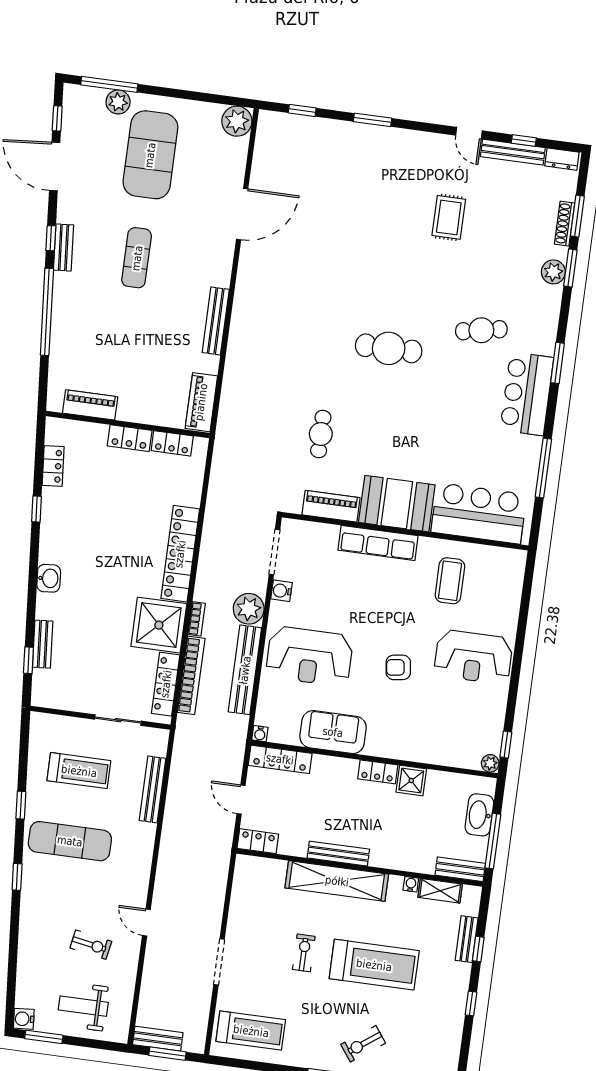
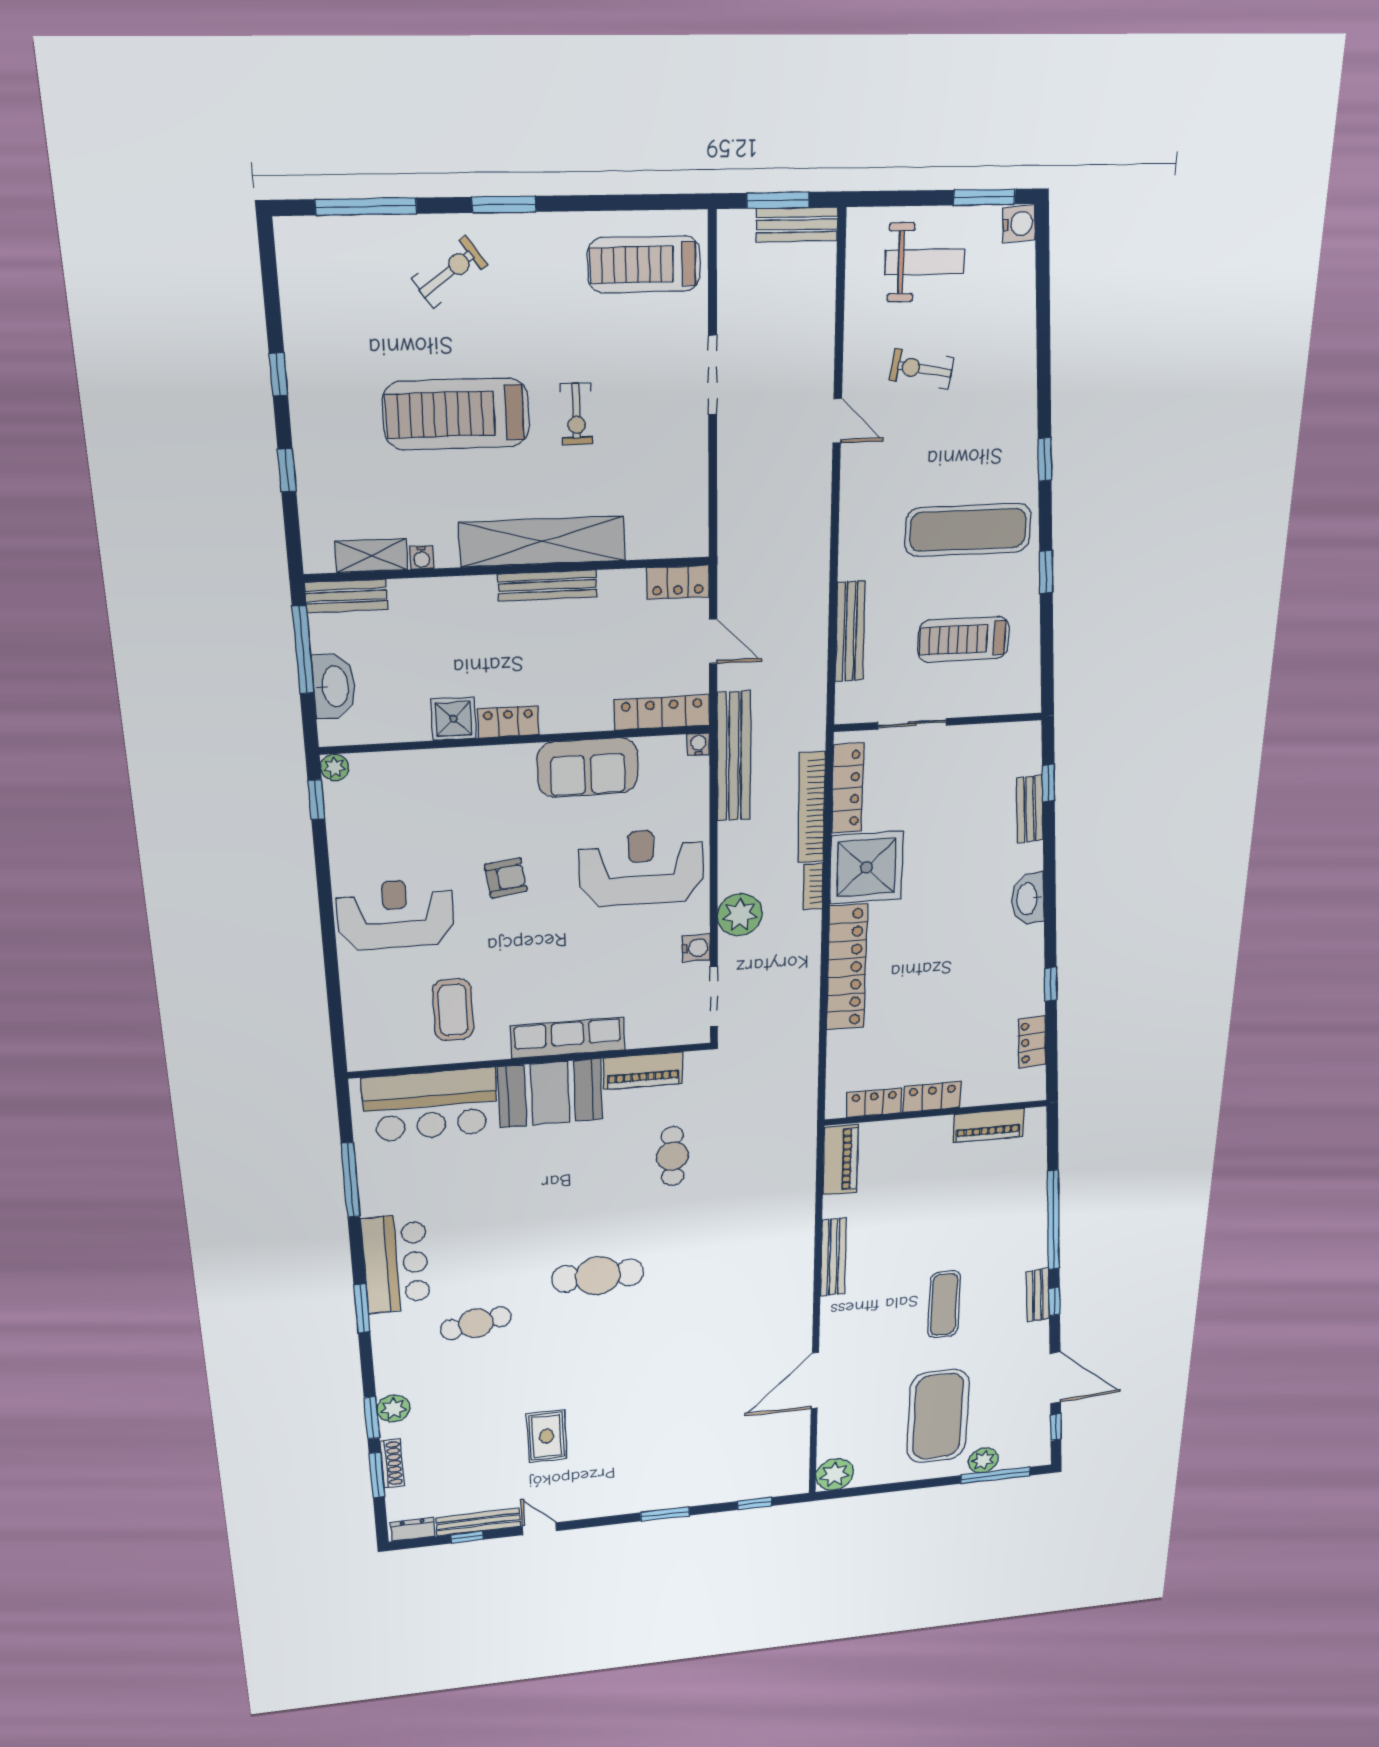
washbasin: (49, 578) -> (1028, 899), width x1.38
bench: (245, 670) -> (734, 757), moved
bench: (467, 939) -> (310, 484), removed

